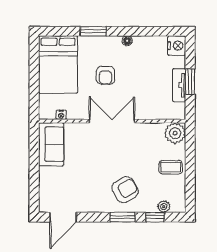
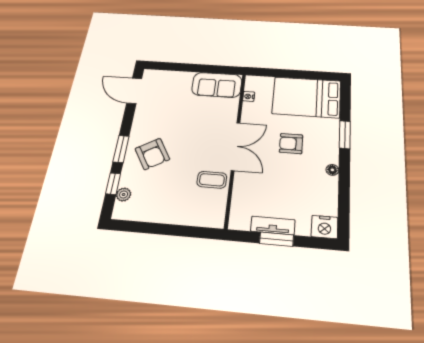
plant: (175, 133) -> (212, 215), removed
coffee table: (171, 167) -> (212, 180), moved, turned 90

